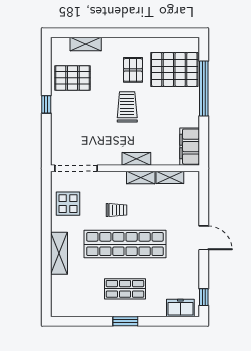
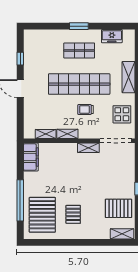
shelving: (86, 44) -> (122, 234), moved
pallet: (174, 69) -> (42, 215), turned 90
trolley: (127, 107) -> (78, 187), removed
shelving: (136, 159) -> (88, 148), moved
window: (204, 297) -> (20, 59), moved
freezer: (180, 308) -> (112, 36), moved

